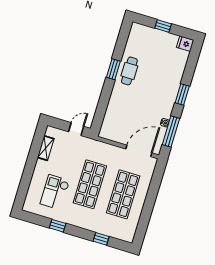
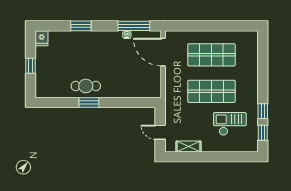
window: (182, 95) -> (81, 26), moved
door: (76, 129) -> (160, 132), moved
checkout: (55, 192) -> (230, 124), turned 180
window: (101, 239) -> (263, 133), moved

